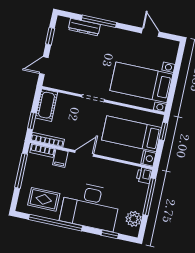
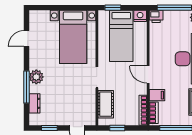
dresser: (84, 27) -> (35, 103), width x0.70
plant: (107, 34) -> (36, 77), added
cot: (46, 105) -> (106, 104), moved, turned 90
window: (32, 121) -> (117, 128), moved

